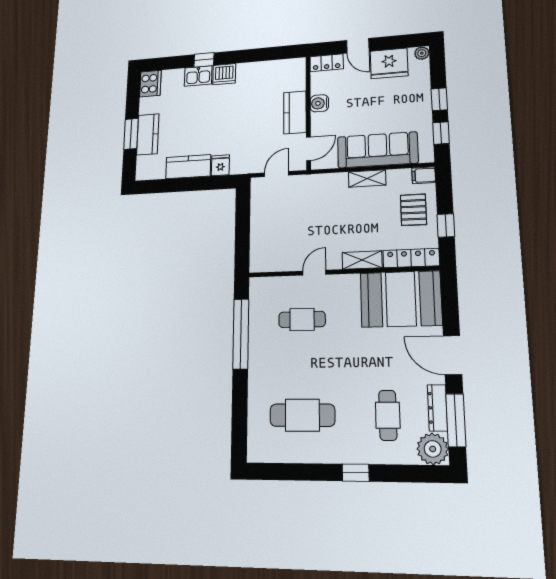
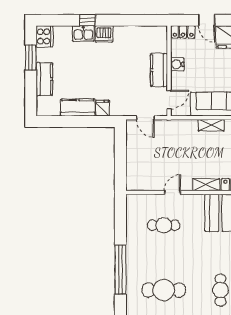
window: (131, 134) -> (31, 58), moved
door: (277, 174) -> (145, 118), swing flipped
window: (241, 334) -> (120, 270), moved

